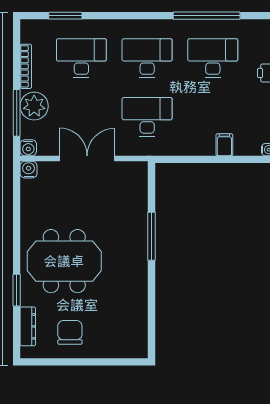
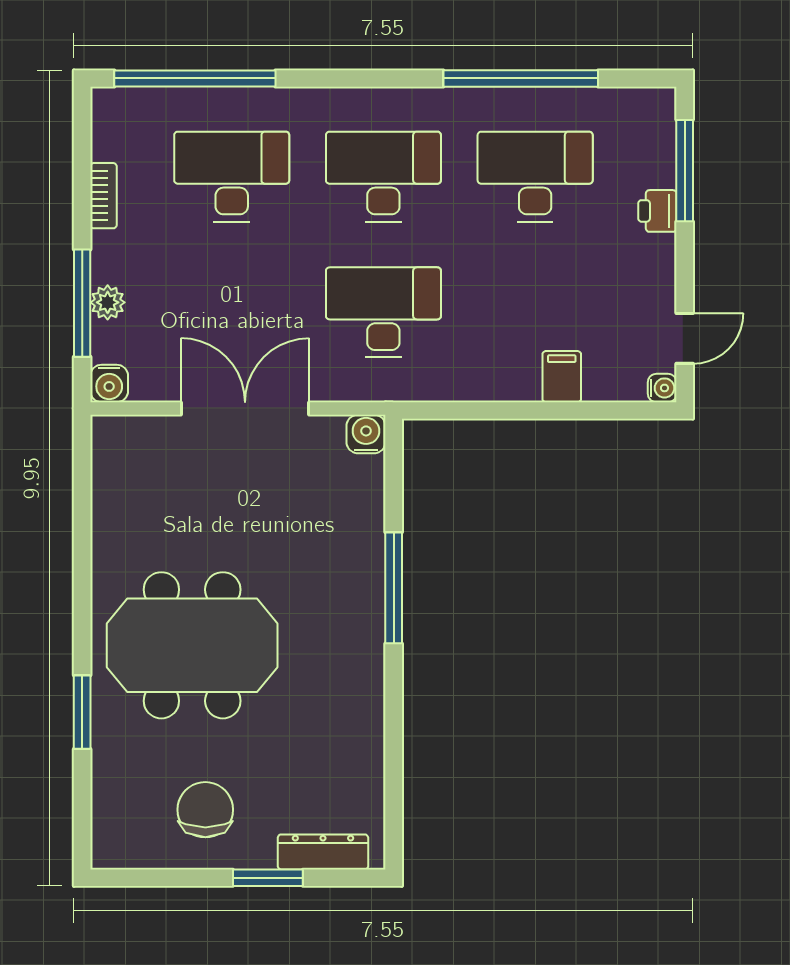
window: (65, 16) -> (195, 78), width x2.11
bookcase: (26, 66) -> (103, 196), width x0.64
plant: (34, 106) -> (108, 302), width x0.53, depth x0.53
water cooler: (29, 170) -> (366, 434), moved
dresser: (28, 326) -> (323, 852), moved, turned -90
window: (97, 362) -> (268, 878), added

